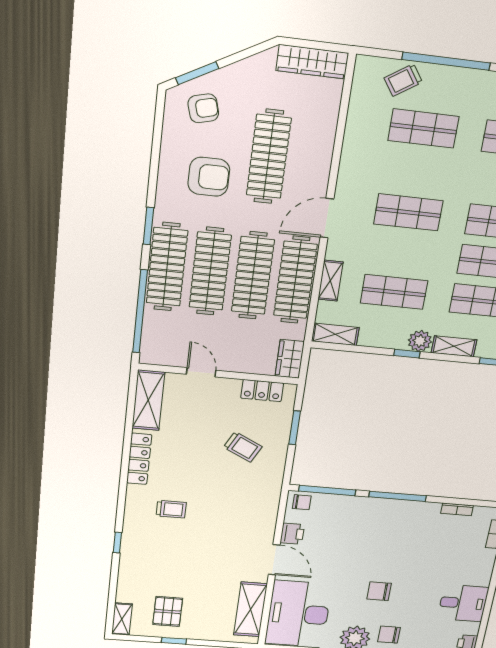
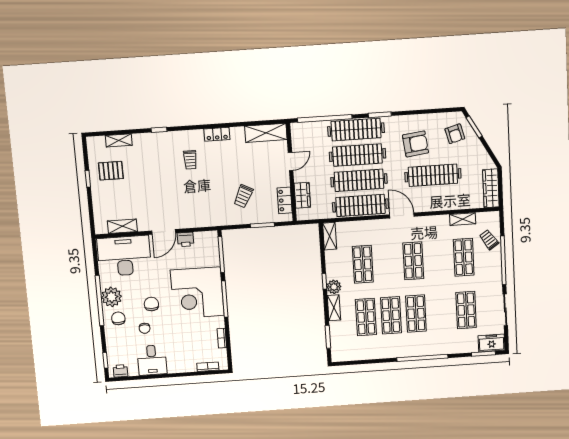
armchair: (209, 177) -> (415, 144), turned -97
shelving: (330, 281) -> (463, 219), moved
wardrobe: (290, 359) -> (302, 195), moved, turned 90
locker: (139, 459) -> (217, 134), width x0.66
chair: (302, 502) -> (145, 328), moved
corner desk: (378, 531) -> (197, 293), added
shelving: (250, 609) -> (122, 226), width x0.67, depth x0.75
shelving: (122, 619) -> (119, 140), moved

